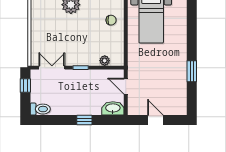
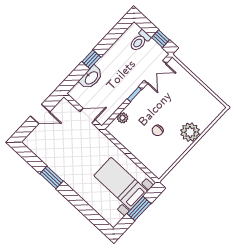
chair: (111, 20) -> (158, 130), moved
washbasin: (113, 108) -> (91, 78), moved
toilet: (40, 109) -> (140, 41), moved

